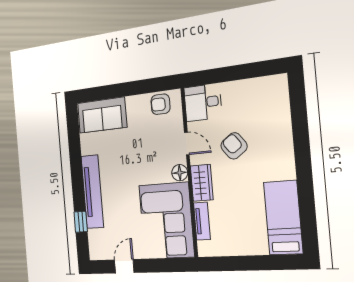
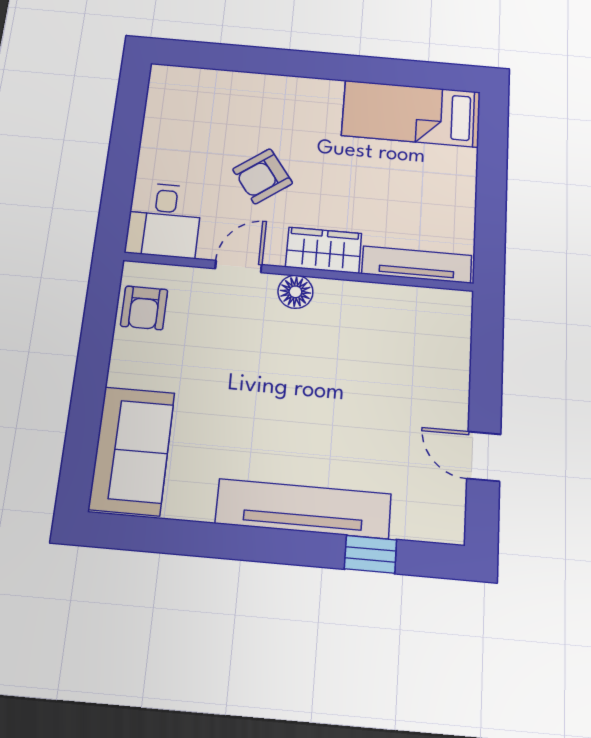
corner sofa: (166, 221) -> (392, 338), removed
tv unit: (202, 221) -> (417, 265), width x1.41

